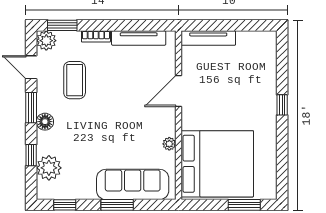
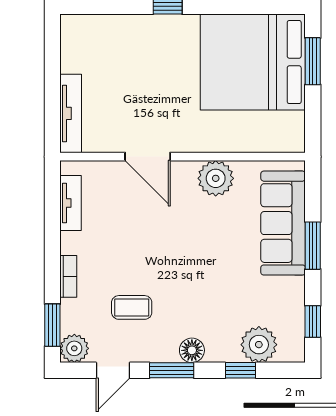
tv unit: (139, 38) -> (71, 203), width x0.71
coffee table: (75, 80) -> (132, 307), width x0.73, depth x0.77
plant: (169, 144) -> (216, 178), width x1.88, depth x1.88
bed: (217, 164) -> (253, 62), moved, turned -90

